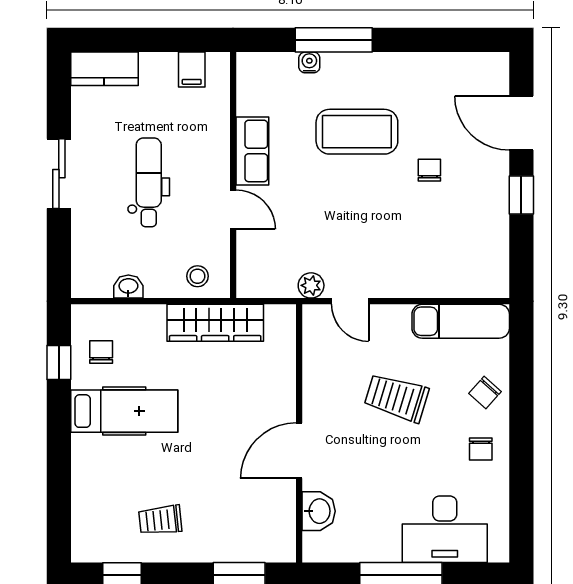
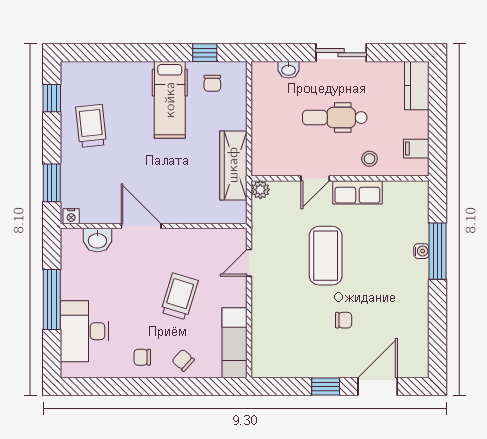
water cooler: (309, 62) -> (421, 251), moved
coffee table: (357, 132) -> (326, 256), moved
dental chair: (149, 182) -> (335, 118), turned 180
stool: (198, 276) -> (369, 159), moved
plant: (311, 285) -> (260, 190), moved
washbasin: (128, 287) -> (289, 70), moved, turned 90
chair: (101, 352) -> (212, 83), turned 90
trolley: (160, 520) -> (91, 126), width x1.36, depth x1.39
nightstand: (286, 548) -> (71, 216), added

